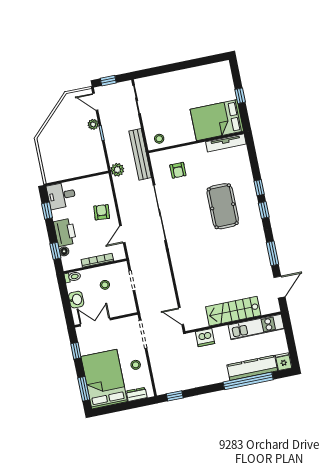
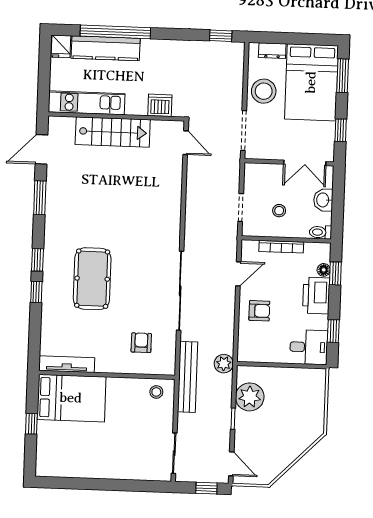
plant: (93, 124) -> (250, 397), moved, width x1.87, depth x1.87
armchair: (102, 212) -> (259, 311), turned -95
stool: (136, 365) -> (264, 91), width x1.89, depth x1.89

